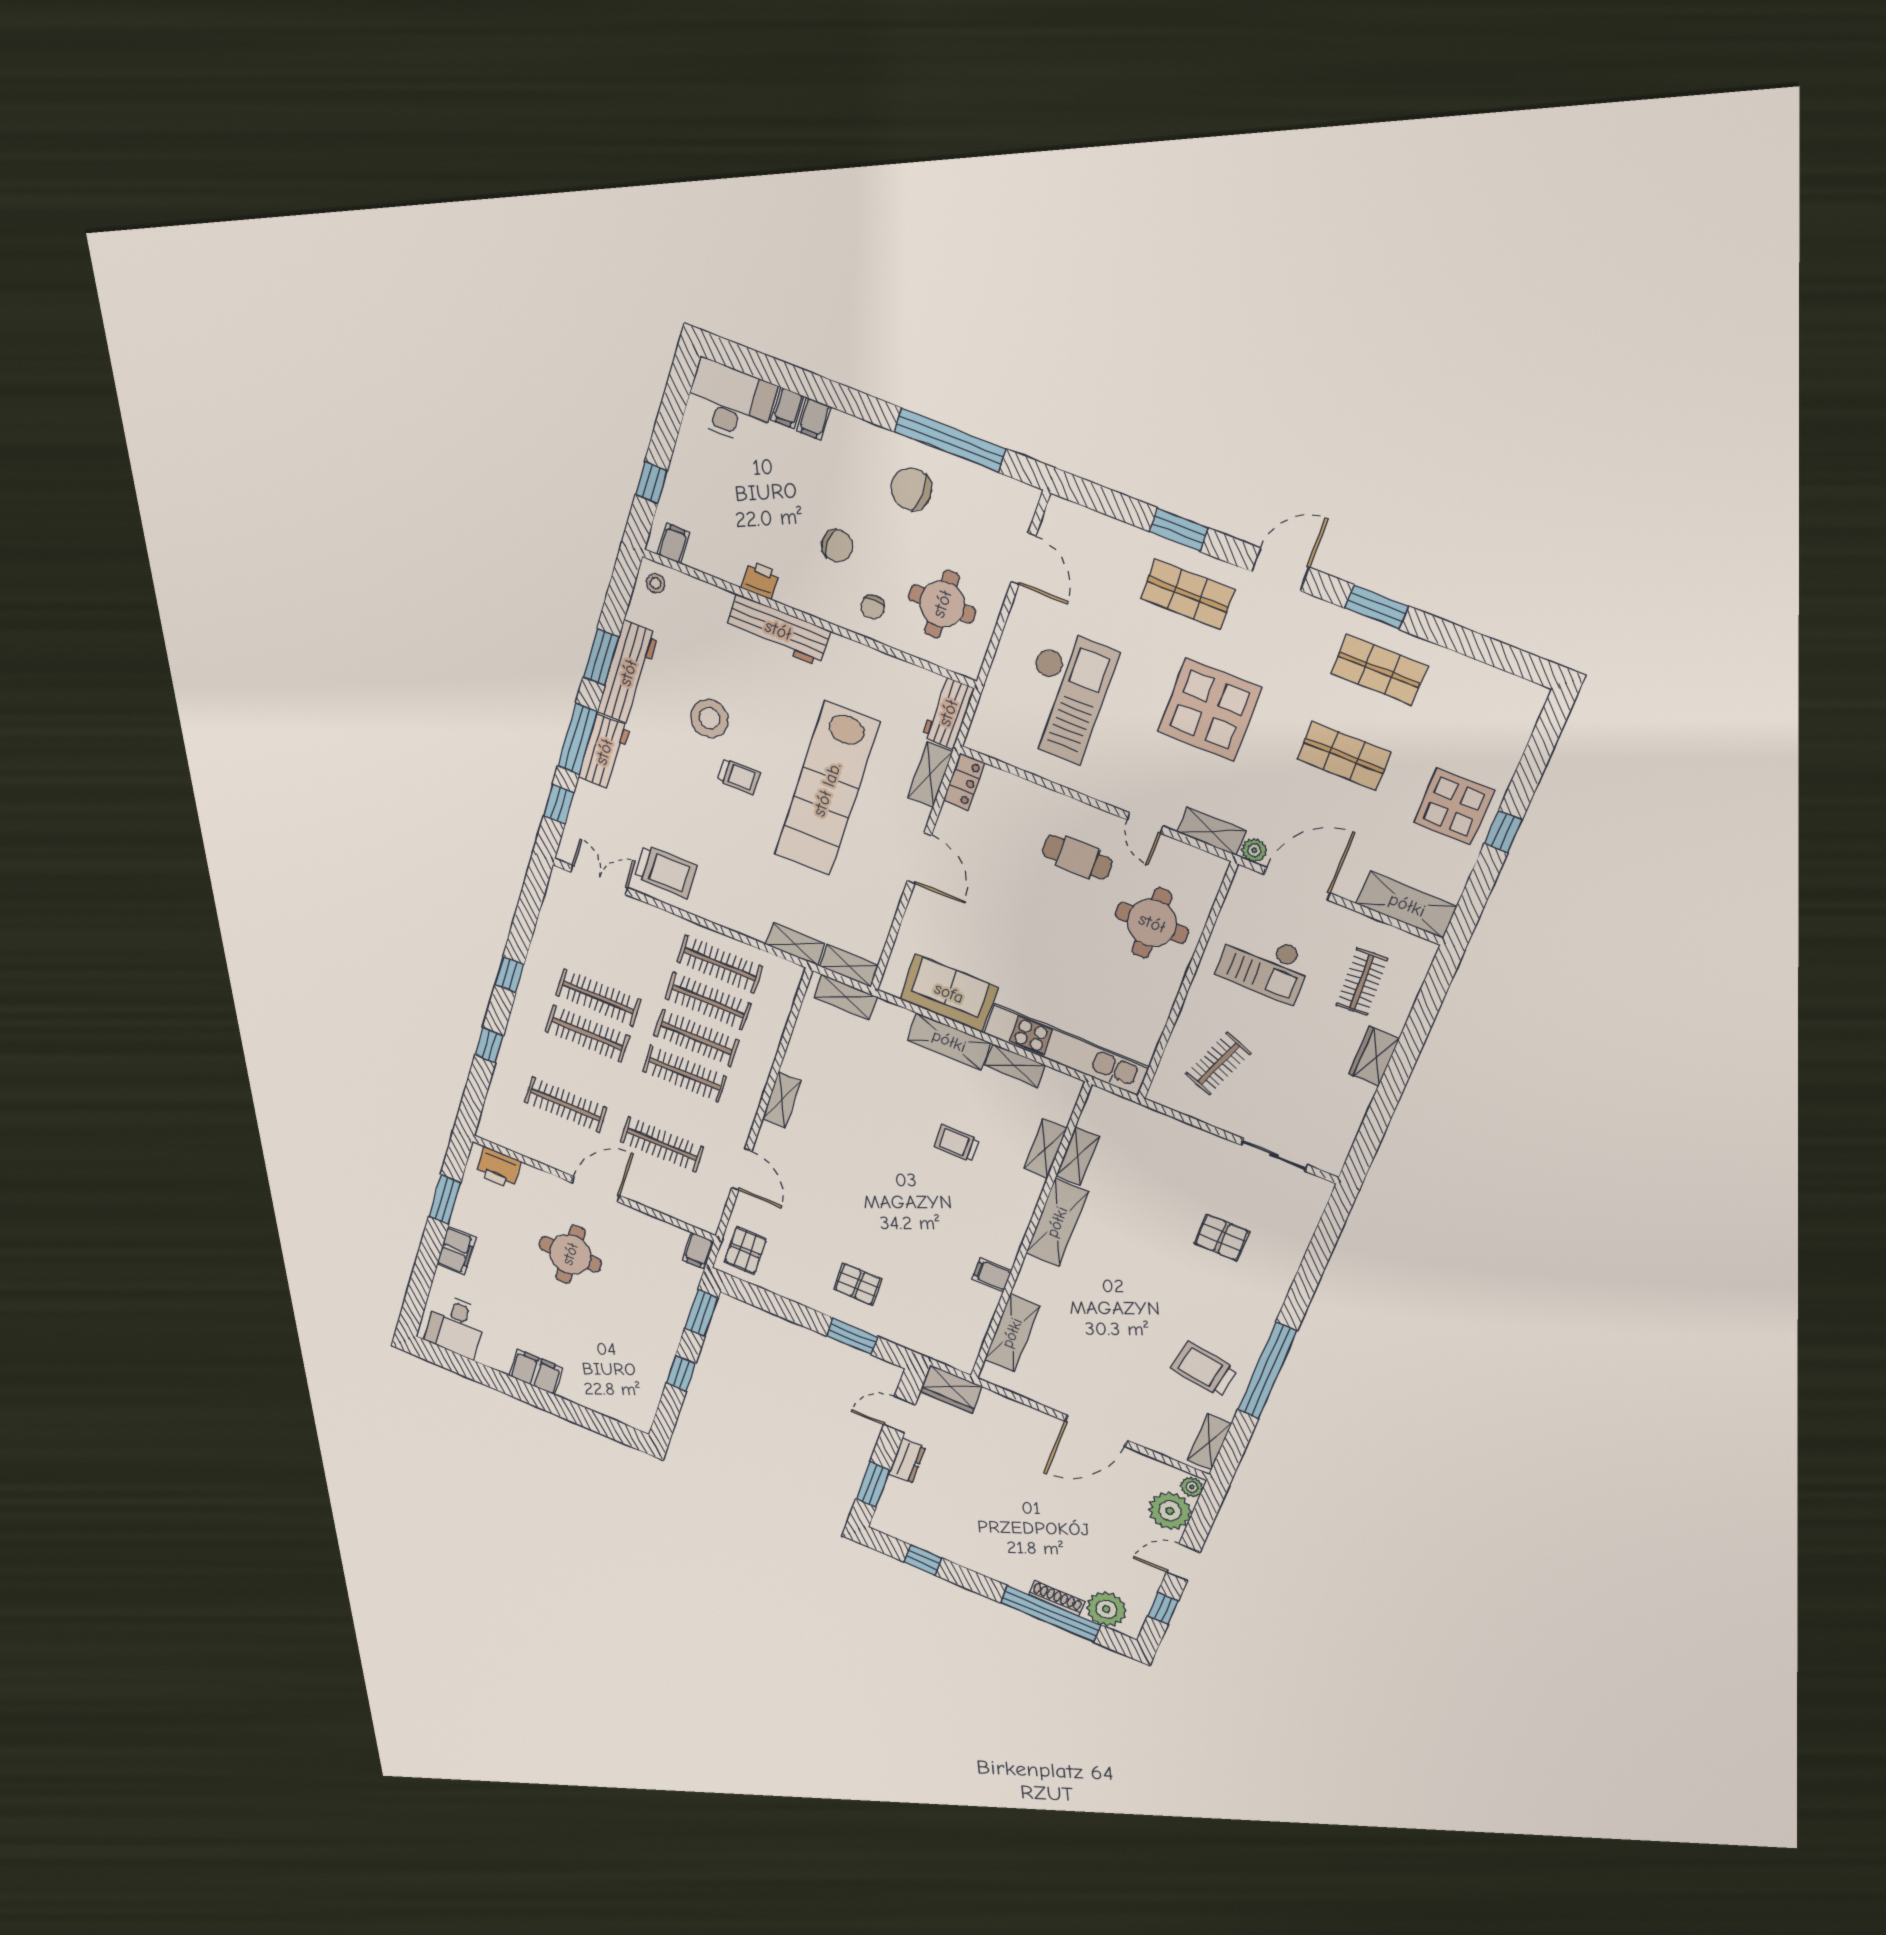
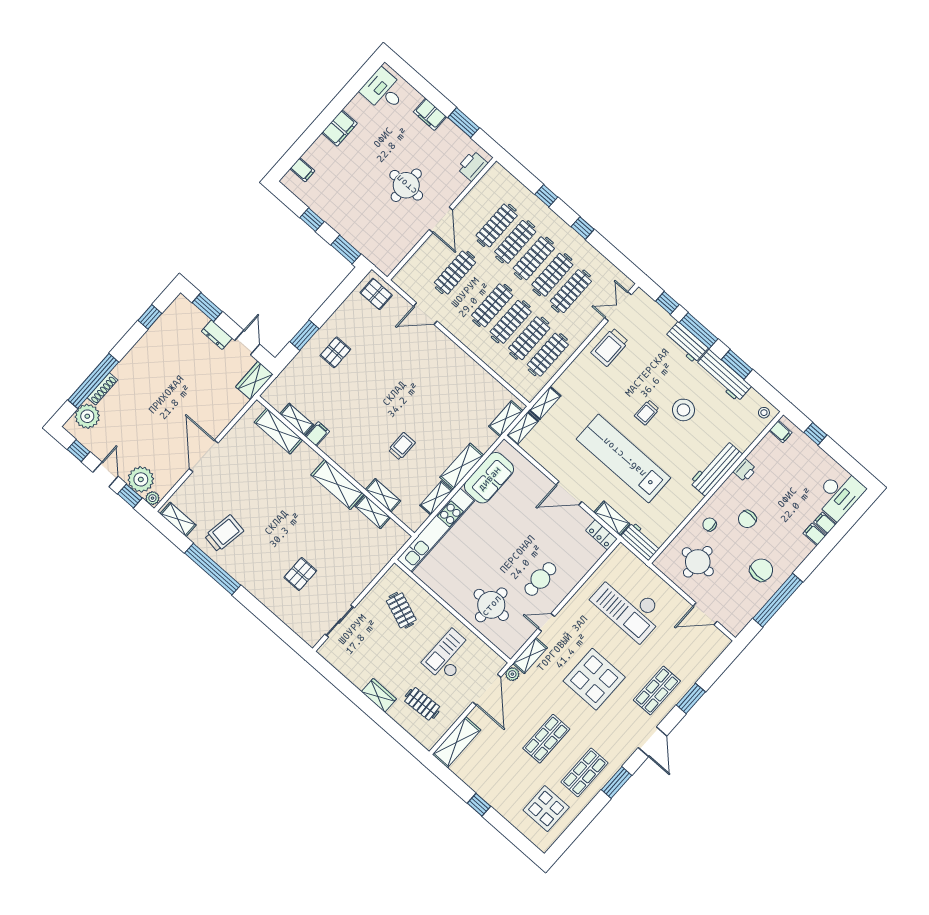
display table: (1454, 806) -> (546, 809), moved
double door: (599, 880) -> (618, 306), swing flipped
clothes rail: (609, 961) -> (571, 291), added
clothes rail: (576, 1069) -> (515, 242), added
shelving: (782, 1100) -> (297, 419), moved
filing cabinet: (698, 1251) -> (302, 170), moved, turned 180
window: (1202, 1520) -> (130, 496), added

